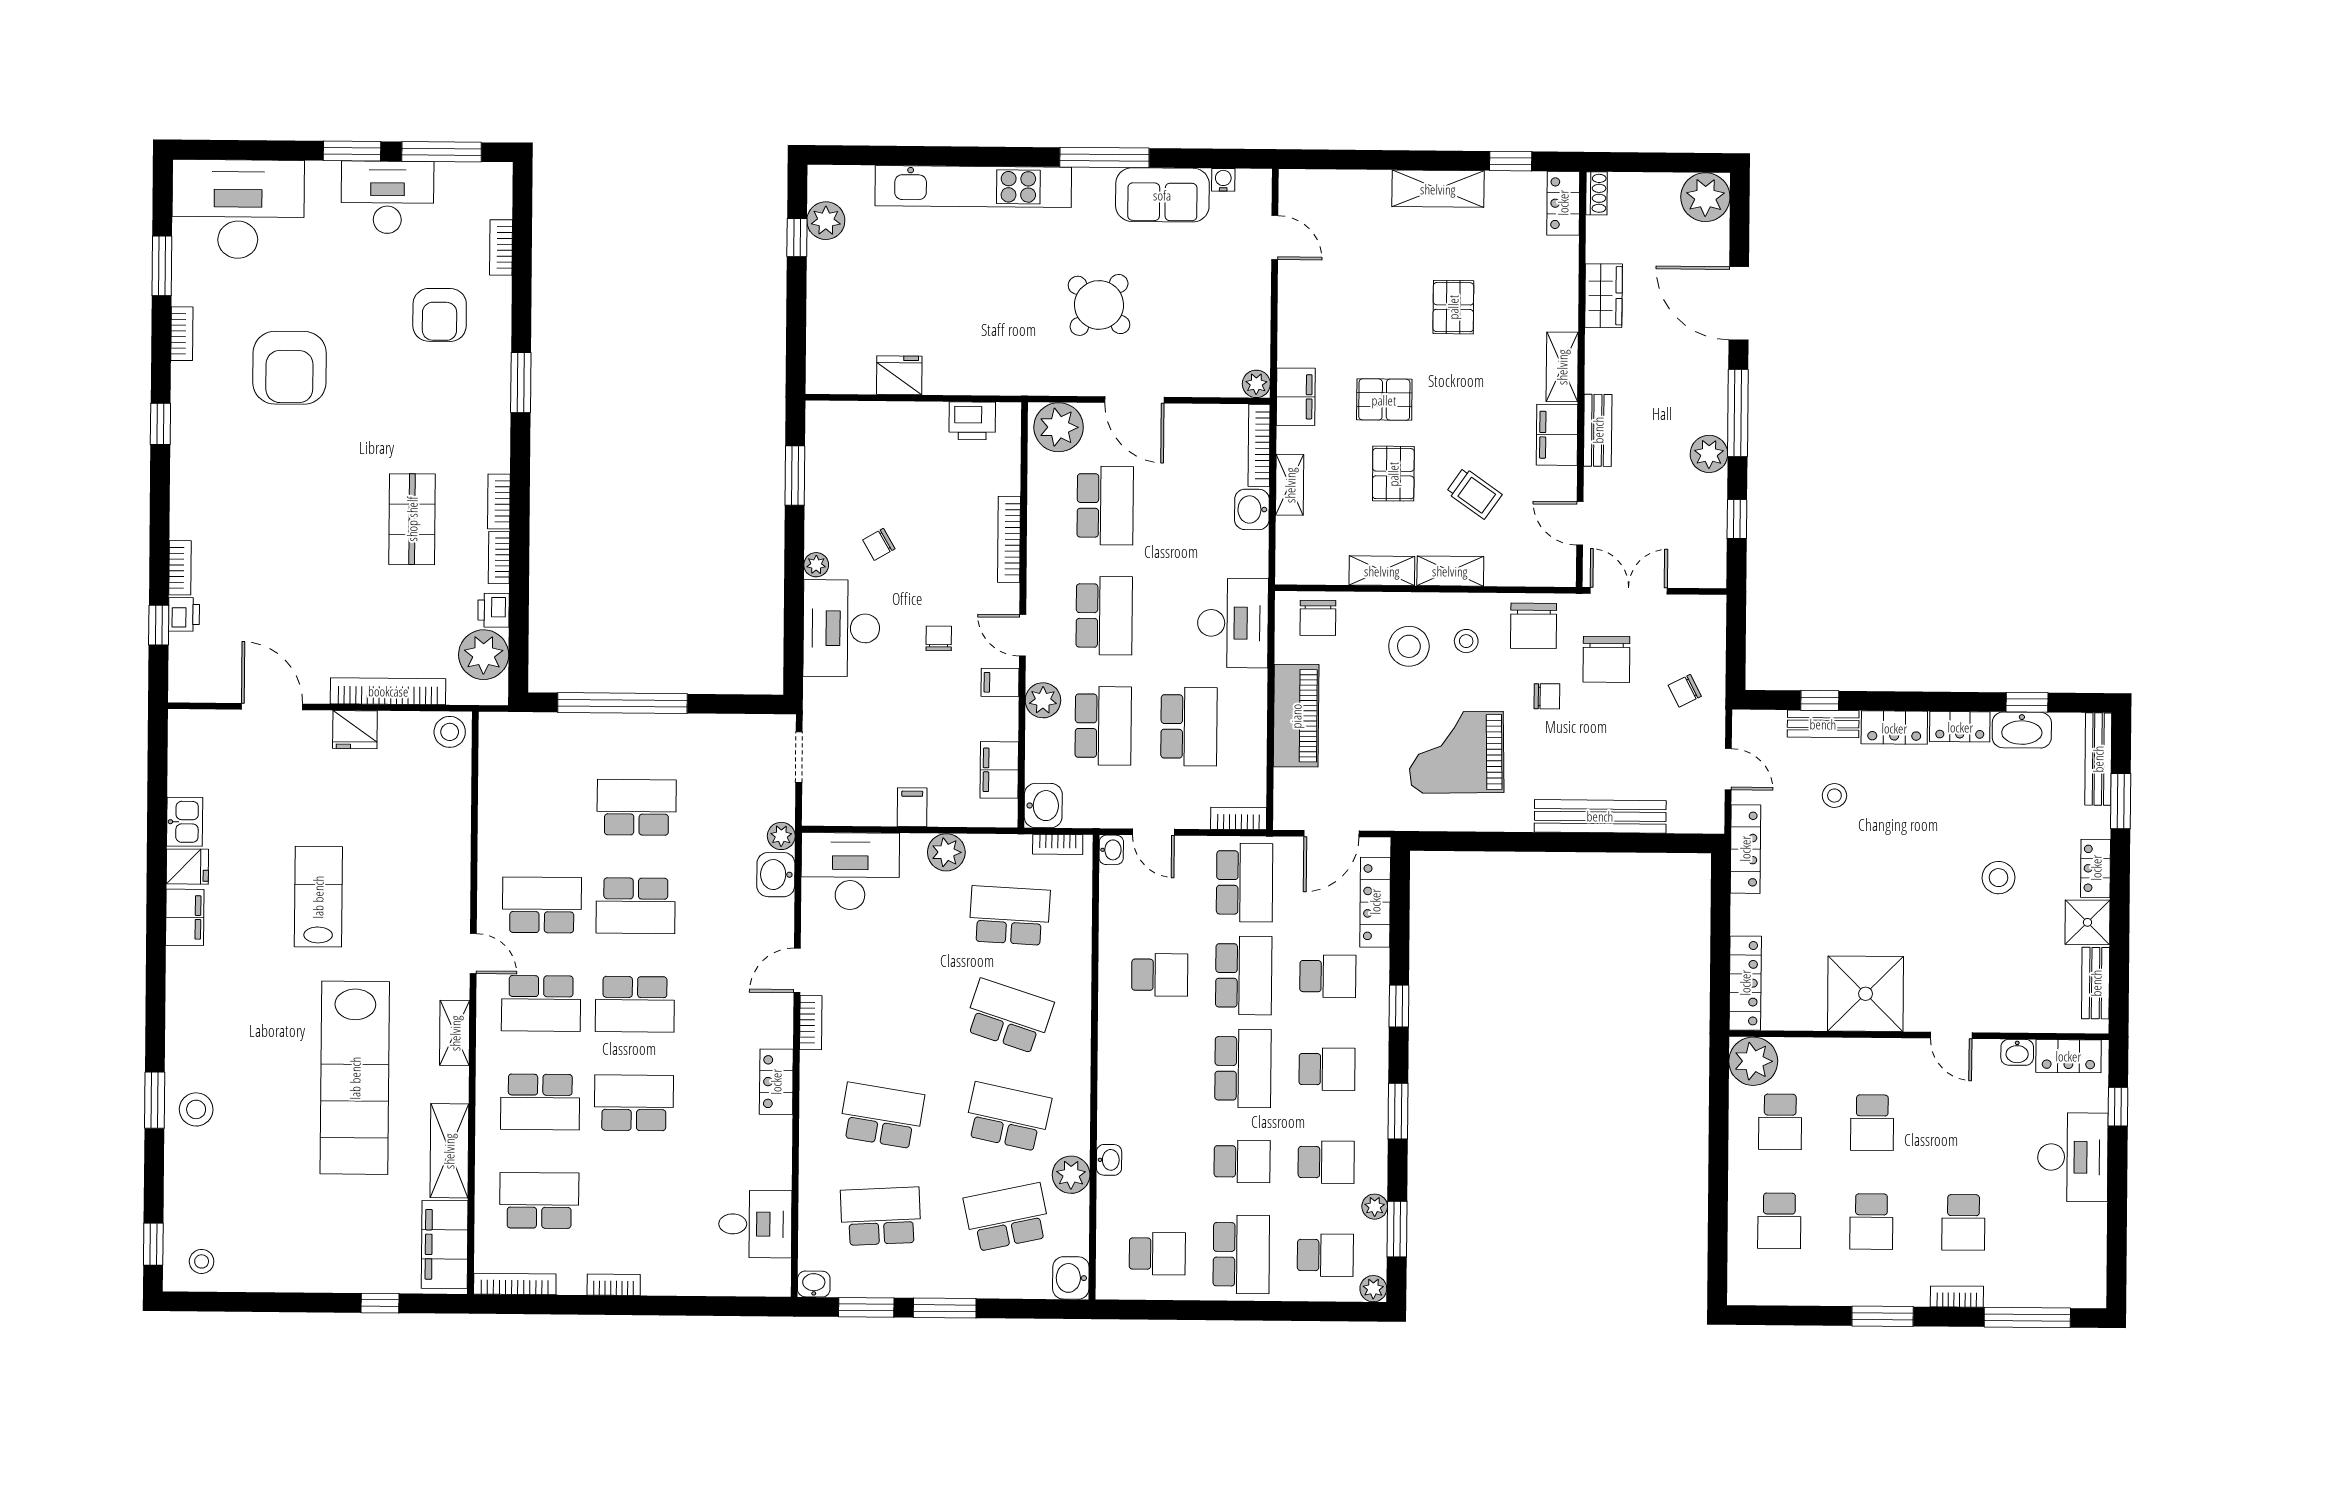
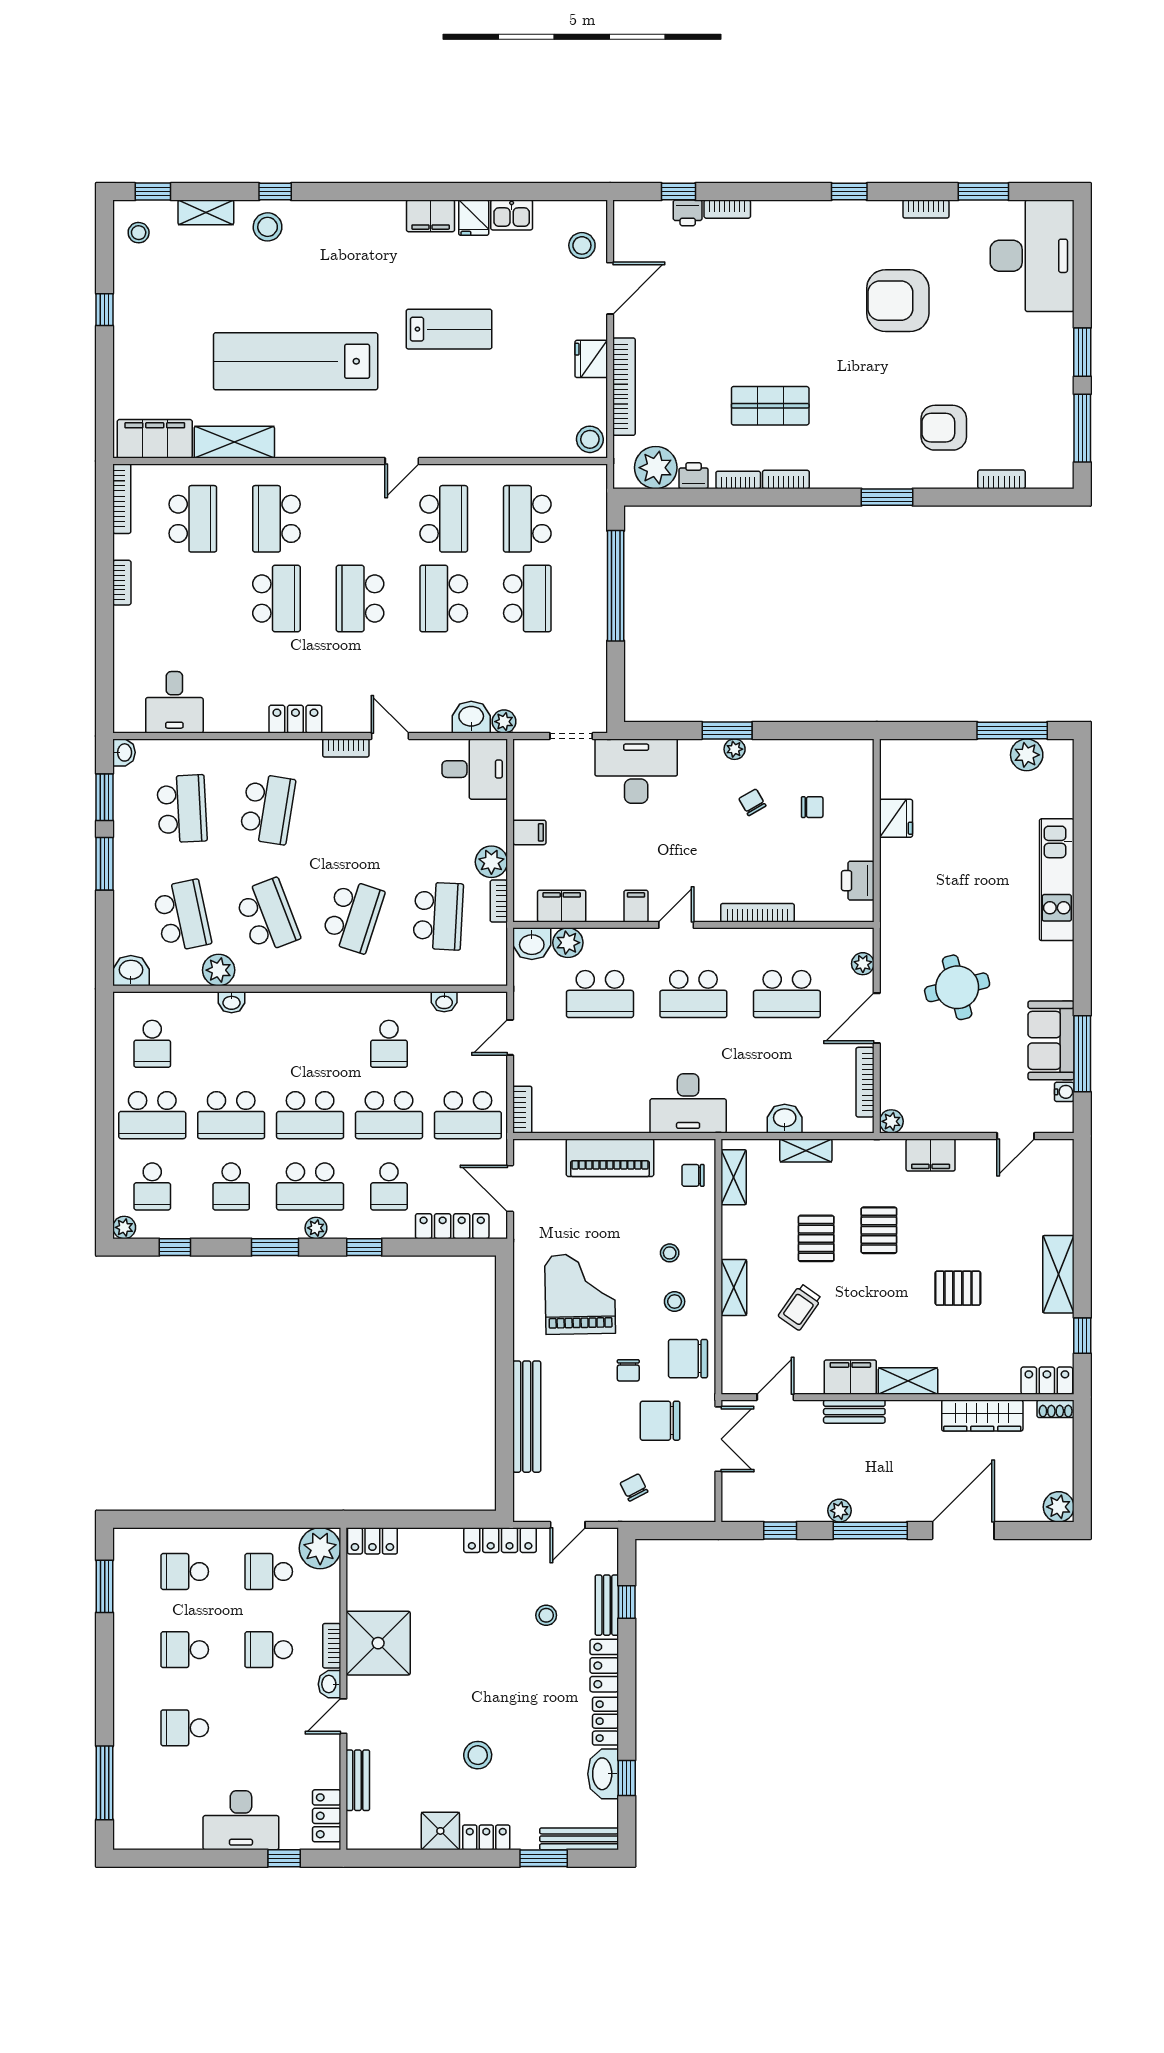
window: (1104, 158) -> (1082, 1054), moved
kitchen unit: (973, 186) -> (1057, 880), width x0.73
desk: (387, 197) -> (1043, 382), removed
plant: (1705, 197) -> (1059, 1507), width x0.73, depth x0.73
window: (797, 237) -> (1012, 730), width x2.17
wardrobe: (1604, 296) -> (982, 1416), width x1.50
round table: (1099, 305) -> (957, 987), turned 34
filing cabinet: (1296, 397) -> (931, 1155), moved
plant: (1059, 427) -> (863, 964), width x0.53, depth x0.53
bookcase: (1259, 445) -> (865, 1082), moved, turned -90
plant: (1709, 454) -> (840, 1511), width x0.73, depth x0.73
pallet: (1393, 474) -> (816, 1238), turned 90
window: (795, 476) -> (727, 730), moved
shelving: (1382, 571) -> (734, 1177), moved
chair: (1318, 618) -> (693, 1175), width x0.73, depth x0.73
desk: (841, 628) -> (636, 771), moved
chair: (939, 638) -> (812, 807), moved
stool: (1409, 646) -> (670, 1253), width x0.53, depth x0.53
plant: (1043, 700) -> (568, 943), moved
school desk: (1189, 727) -> (600, 1067), removed
stool: (221, 739) -> (582, 245), added
bookcase: (1058, 844) -> (499, 901), moved
washbasin: (1111, 850) -> (444, 1002), moved
desk: (850, 871) -> (475, 769), width x0.73
locker: (1745, 983) -> (372, 1541), width x0.66
bench: (2096, 983) -> (358, 1780), moved, turned 90
school desk: (541, 1003) -> (527, 519), moved
shelving: (455, 1033) -> (206, 212), moved
washbasin: (2017, 1052) -> (330, 1684), moved
school desk: (1327, 1069) -> (310, 1186), width x1.85
window: (155, 1100) -> (275, 192), width x0.67
school desk: (1008, 1117) -> (267, 916), turned -33
school desk: (1242, 1161) -> (231, 1115), width x1.85
plant: (1375, 1207) -> (316, 1228), moved
window: (1397, 1229) -> (175, 1247), width x0.67
bookcase: (1957, 1297) -> (332, 1646), moved, turned 180
window: (380, 1303) -> (105, 310), moved
window: (1883, 1316) -> (105, 1586), moved

